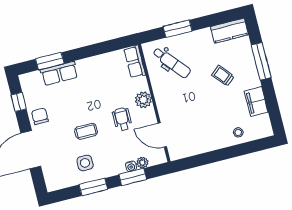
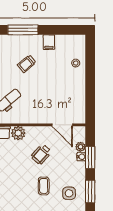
plant: (143, 100) -> (18, 133), moved
filing cabinet: (256, 102) -> (49, 42), width x0.50
wheelchair: (122, 119) -> (41, 154), turned -48
door: (162, 135) -> (62, 125), hinge flipped

